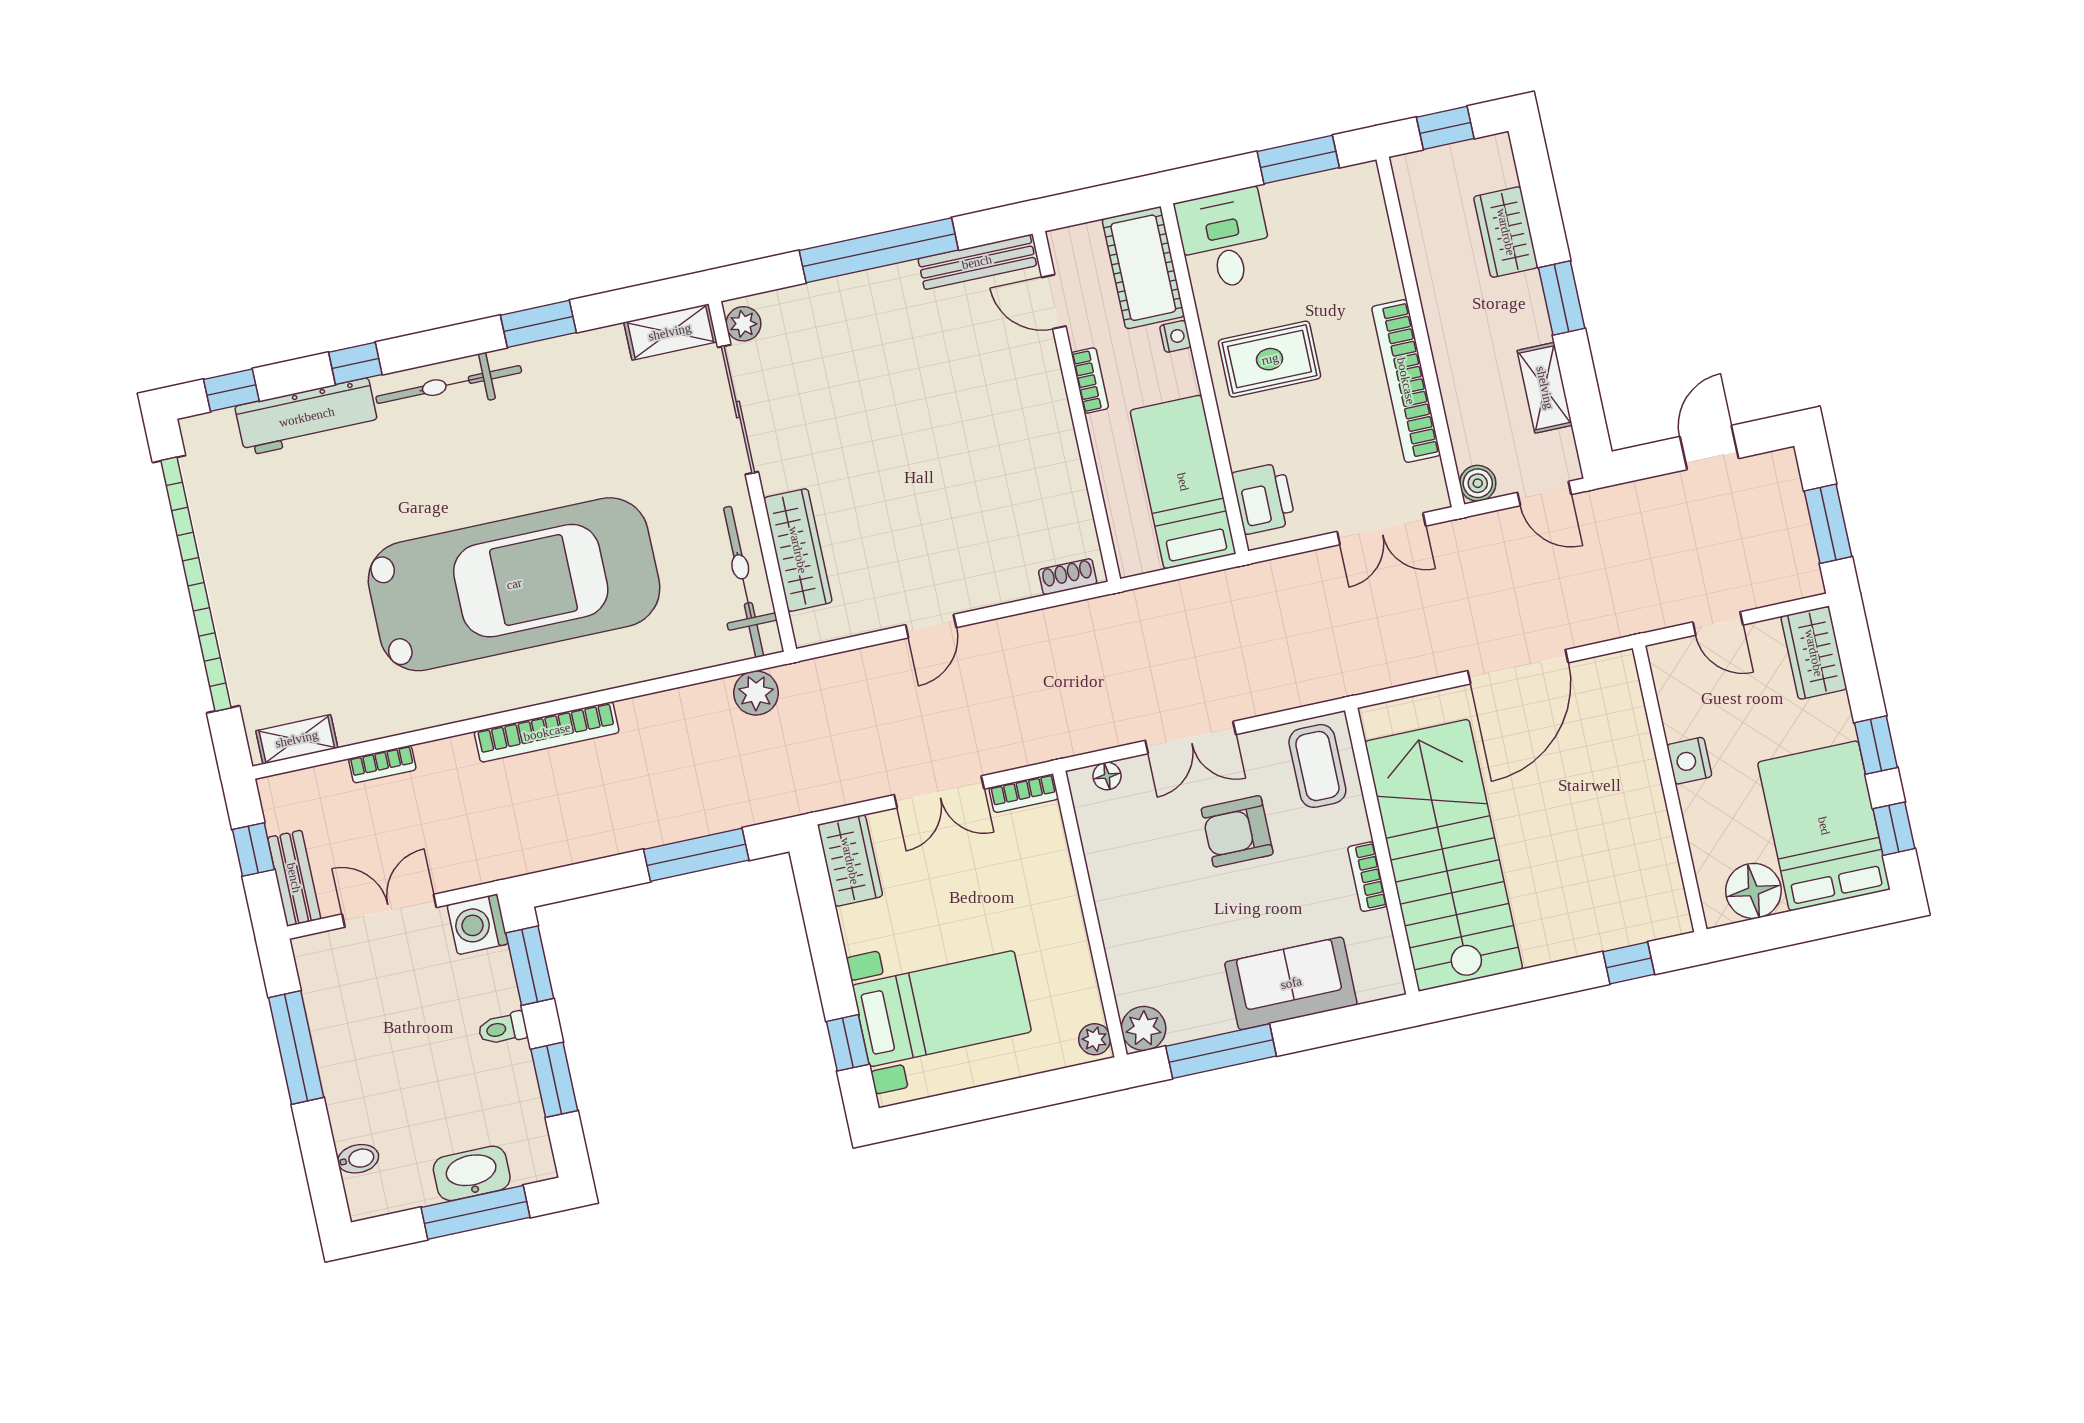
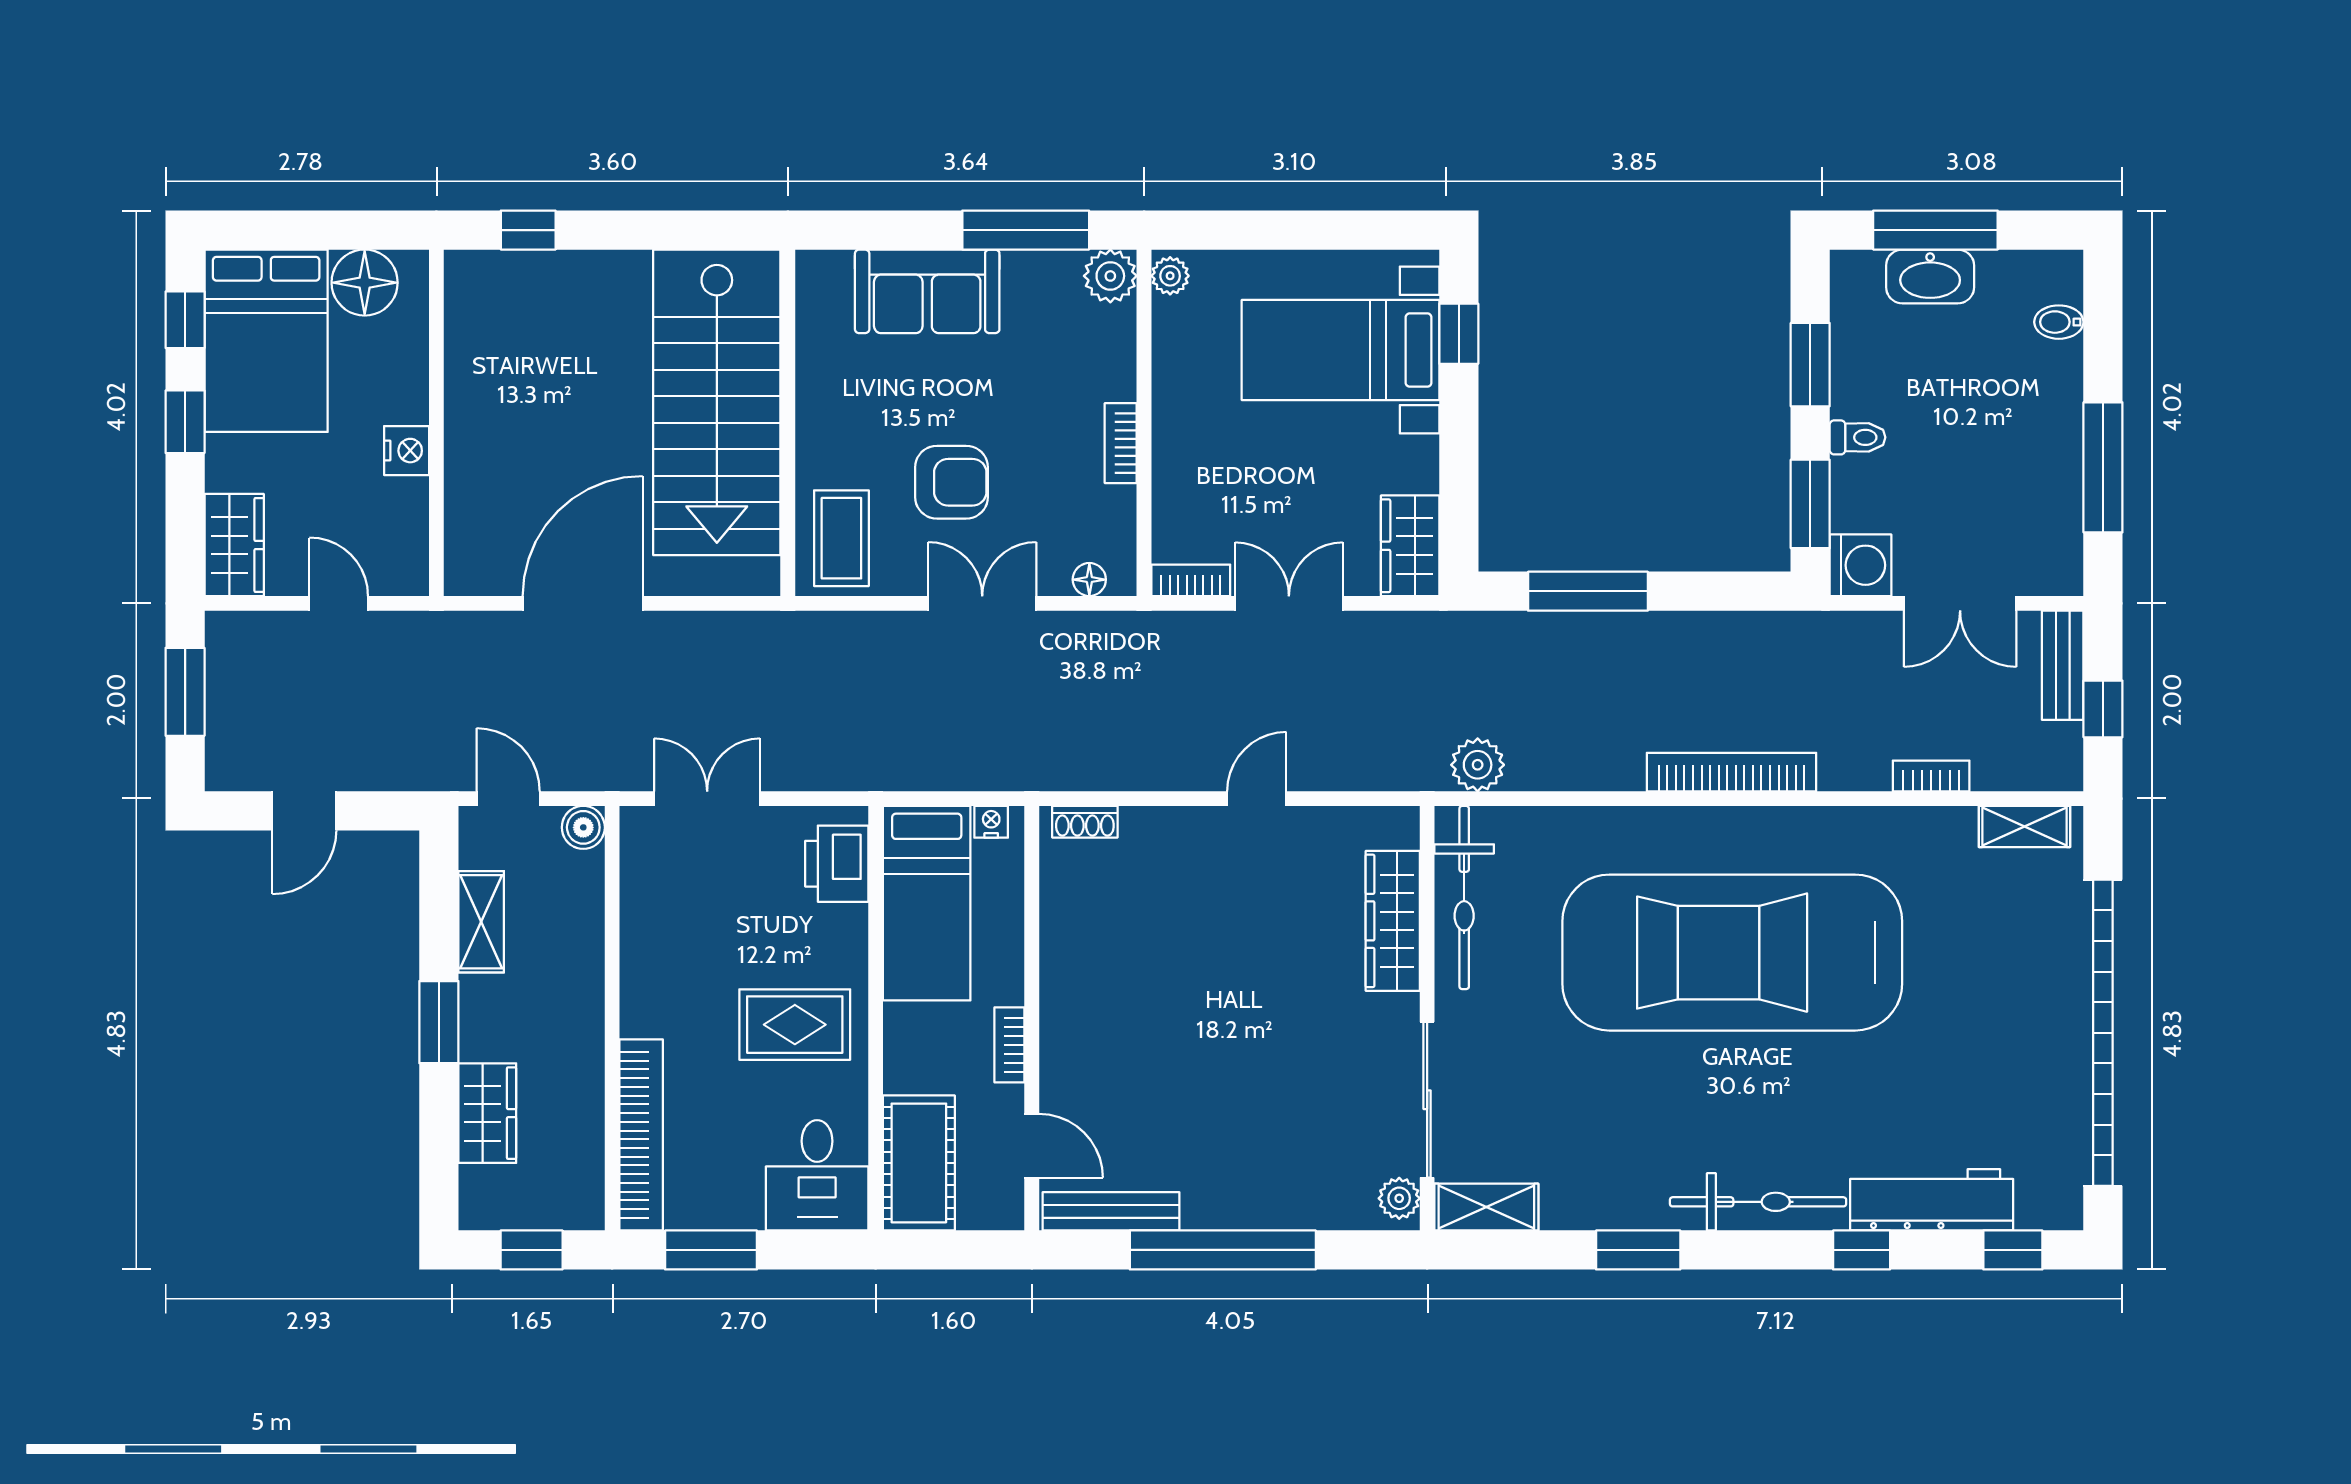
nightstand: (1175, 336) -> (991, 822), moved, turned 90
bookcase: (1406, 381) -> (641, 1135), moved
bookcase: (1367, 877) -> (1121, 443), moved, turned 180

